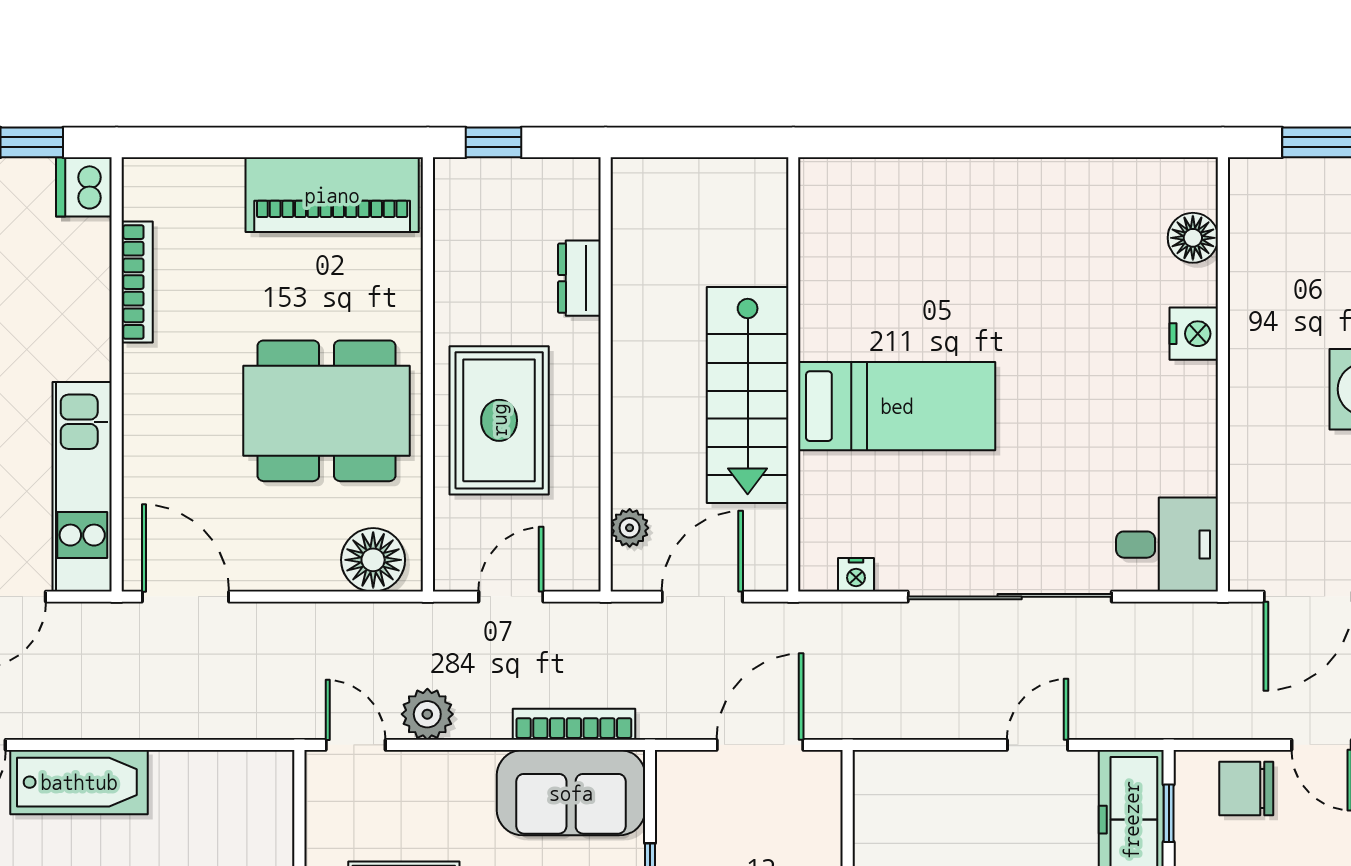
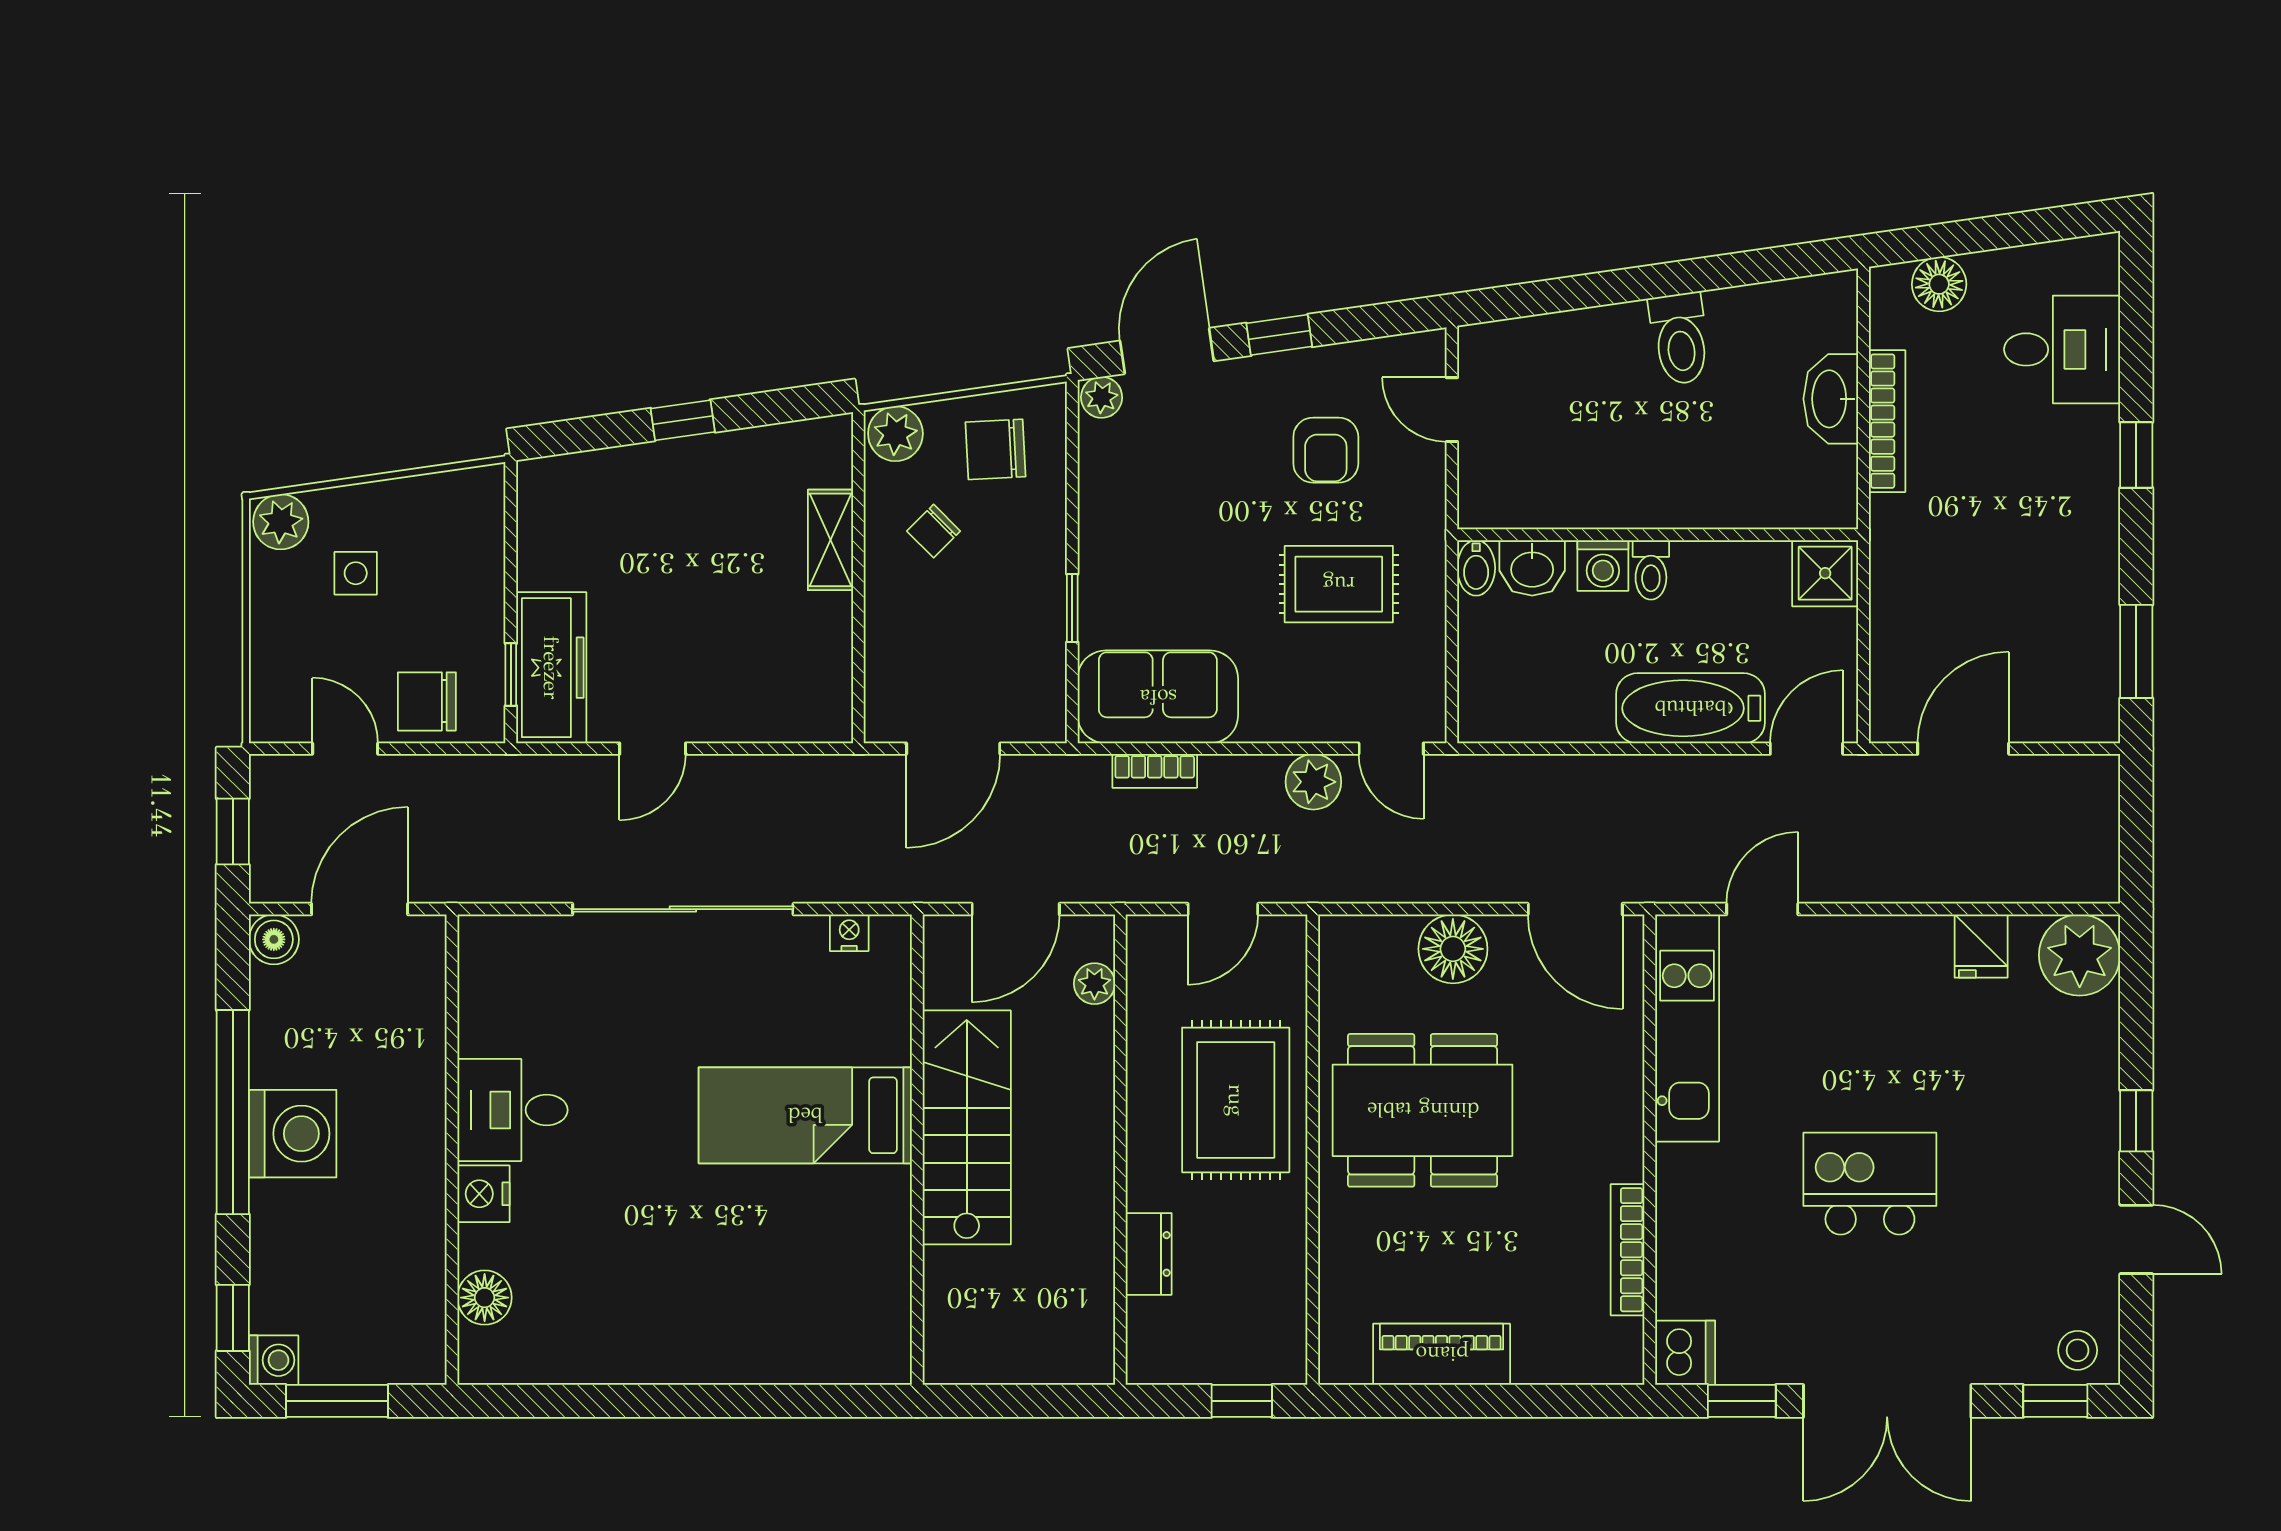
piano: (332, 195) -> (1442, 1354), width x0.73, depth x0.75
desk: (1167, 545) -> (512, 1110), moved
floor lamp: (373, 560) -> (1453, 949), moved
bookcase: (574, 724) -> (1155, 771), width x0.64
chair: (1246, 788) -> (427, 701), turned 180

